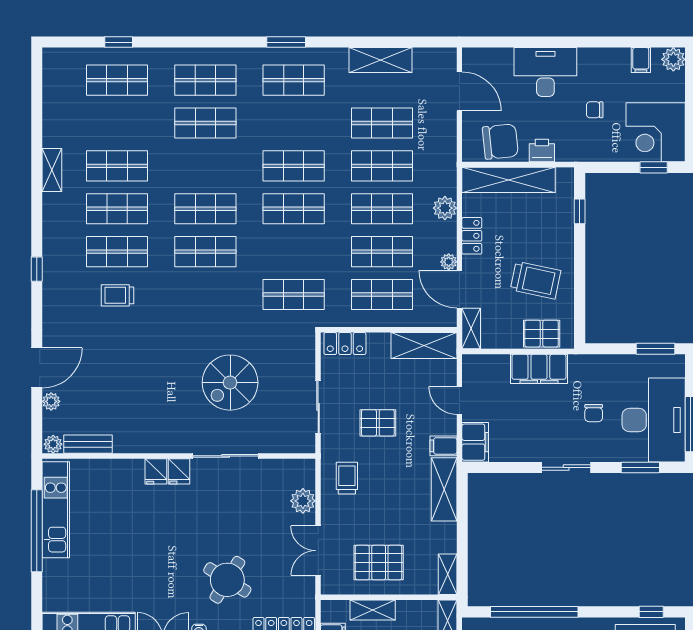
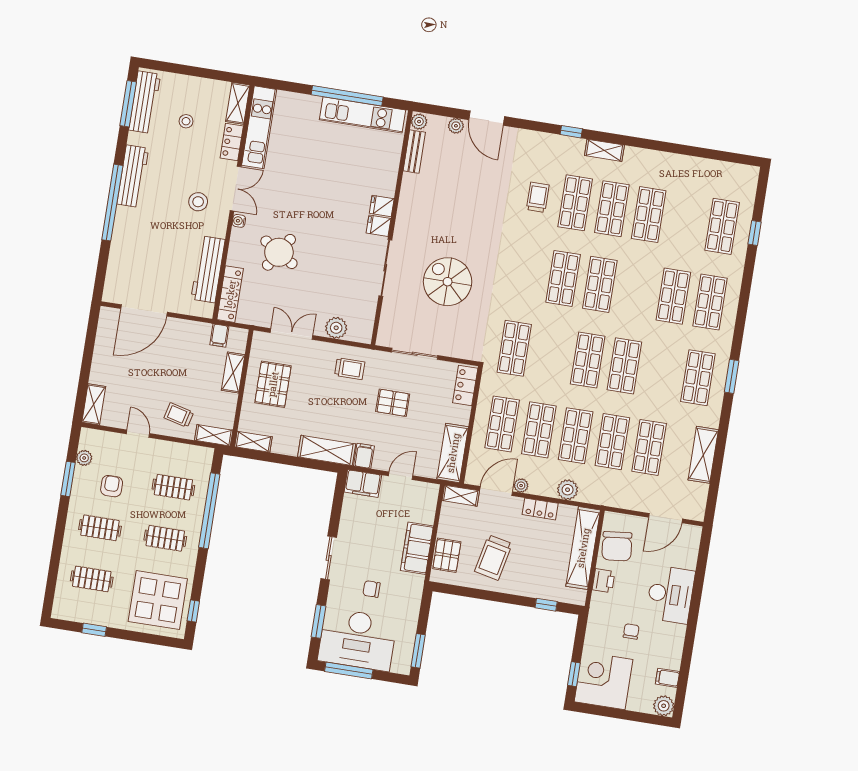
shelving: (52, 170) -> (604, 150), moved
pallet: (378, 423) -> (393, 403), turned 90

